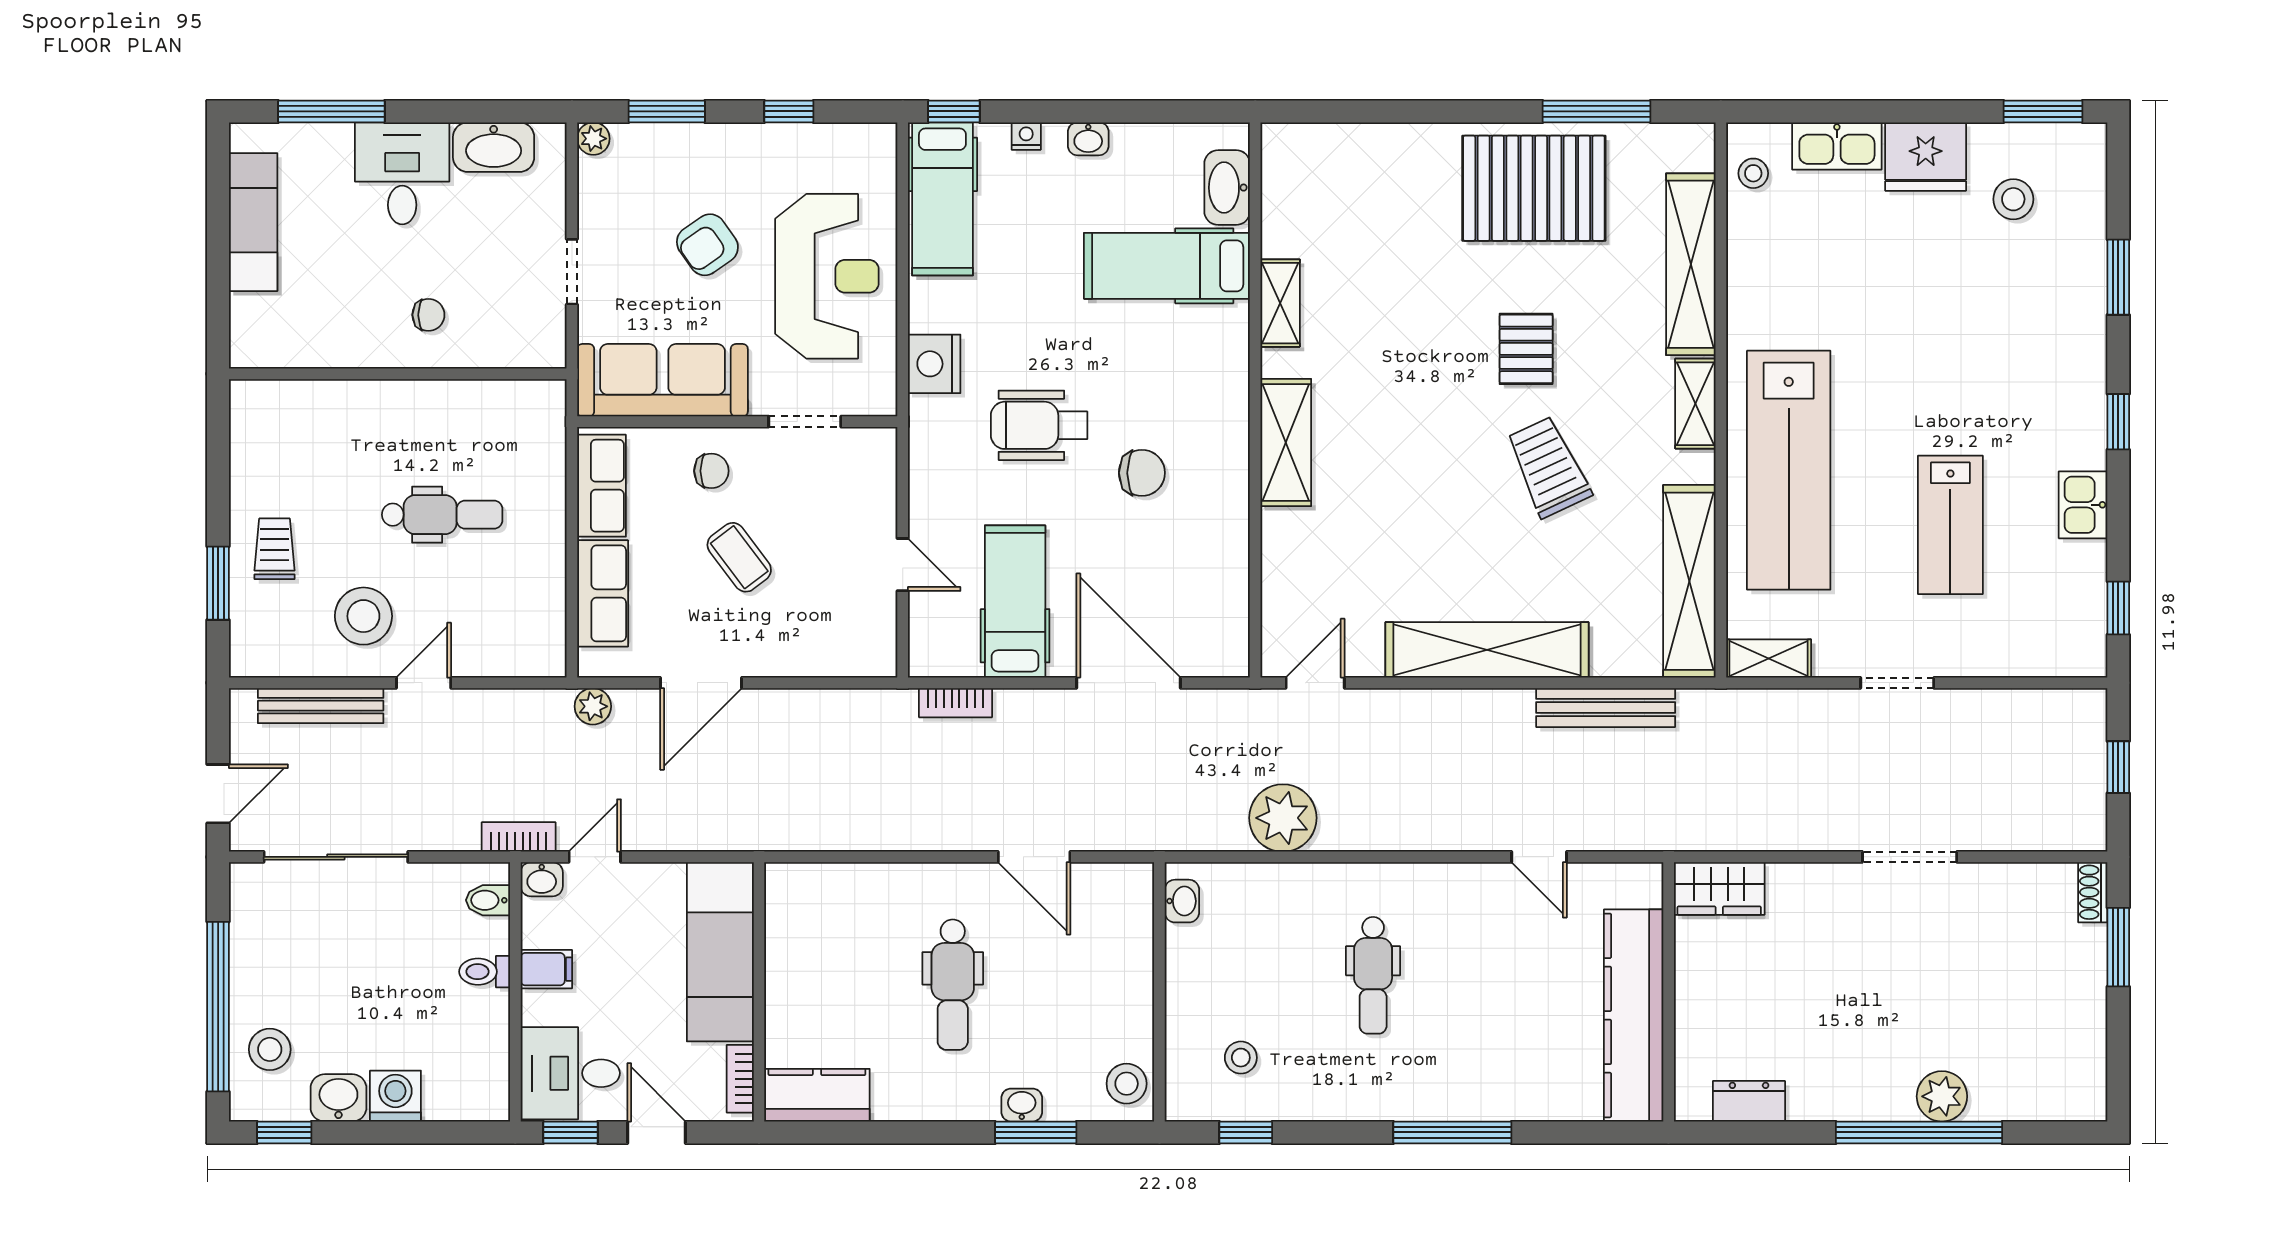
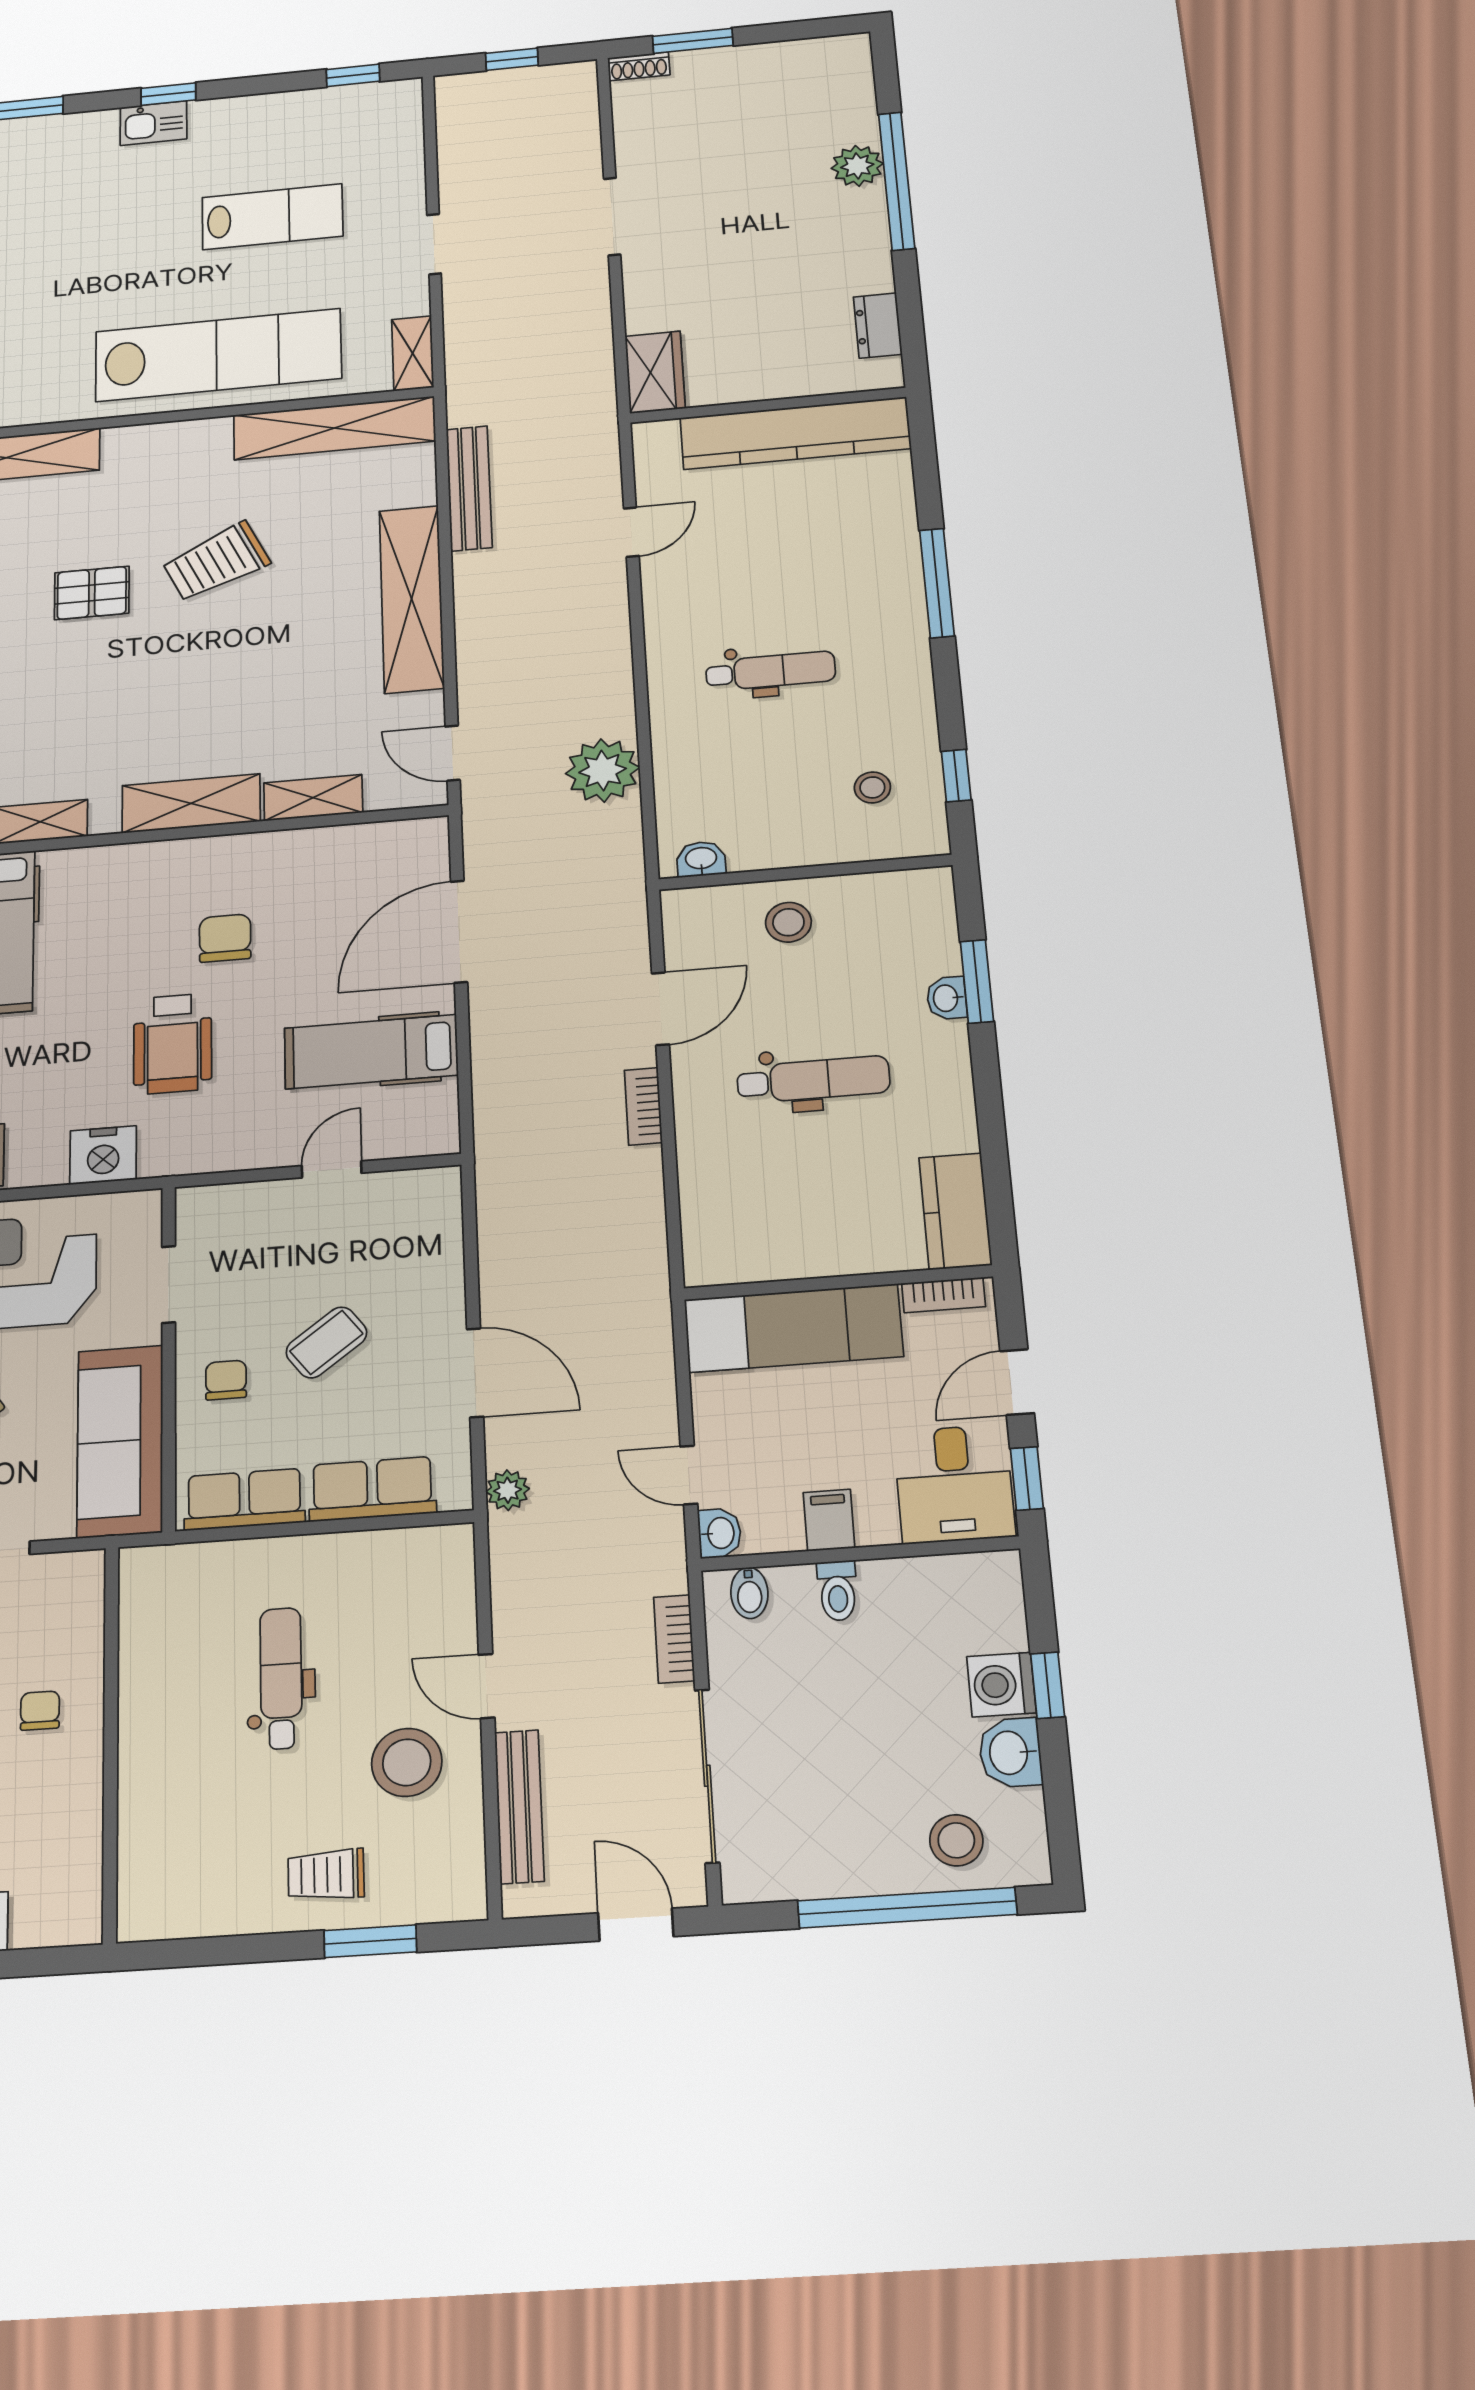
shelving: (1695, 404) -> (313, 798), moved
kitchen sink: (2083, 505) -> (153, 123), moved
bookcase: (955, 703) -> (643, 1106), moved, turned 180
bookcase: (519, 837) -> (674, 1639), moved
stool: (1127, 1084) -> (788, 922), moved
window: (284, 1132) -> (1048, 1685), moved

